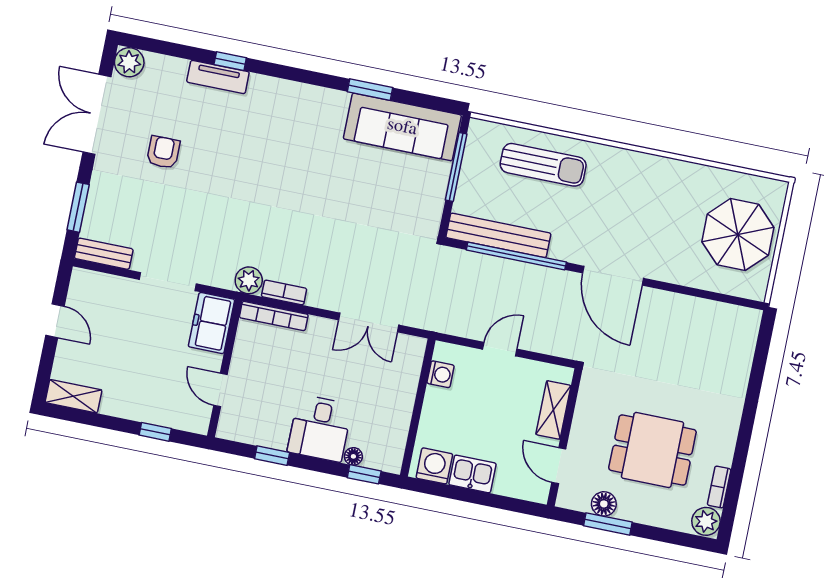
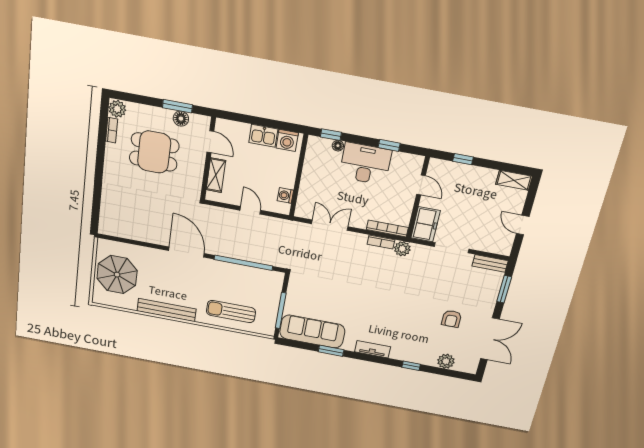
plant: (129, 62) -> (446, 361), moved
tv unit: (218, 77) -> (373, 349), moved
bench: (498, 235) -> (167, 310), moved
door: (500, 349) -> (250, 210), swing flipped
desk: (320, 428) -> (365, 164), width x1.37

